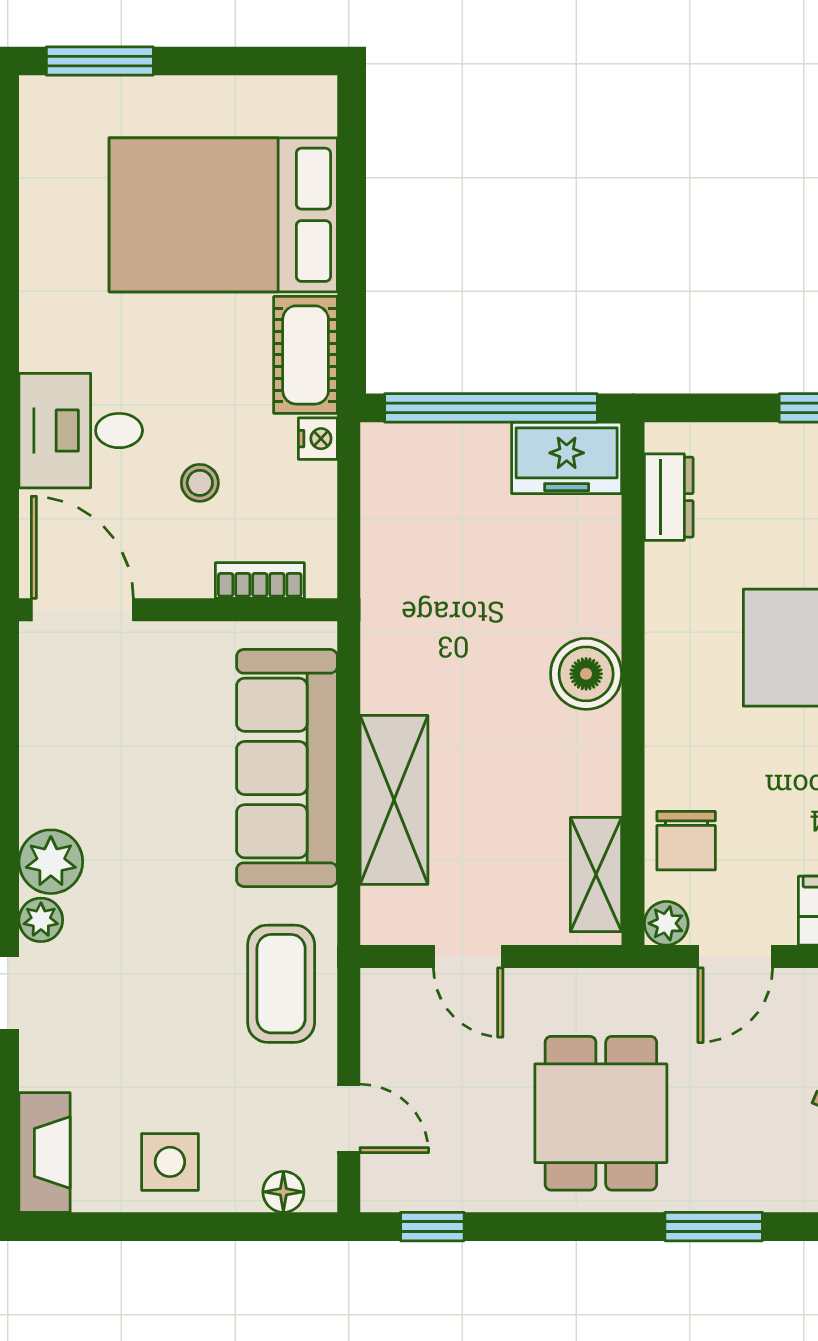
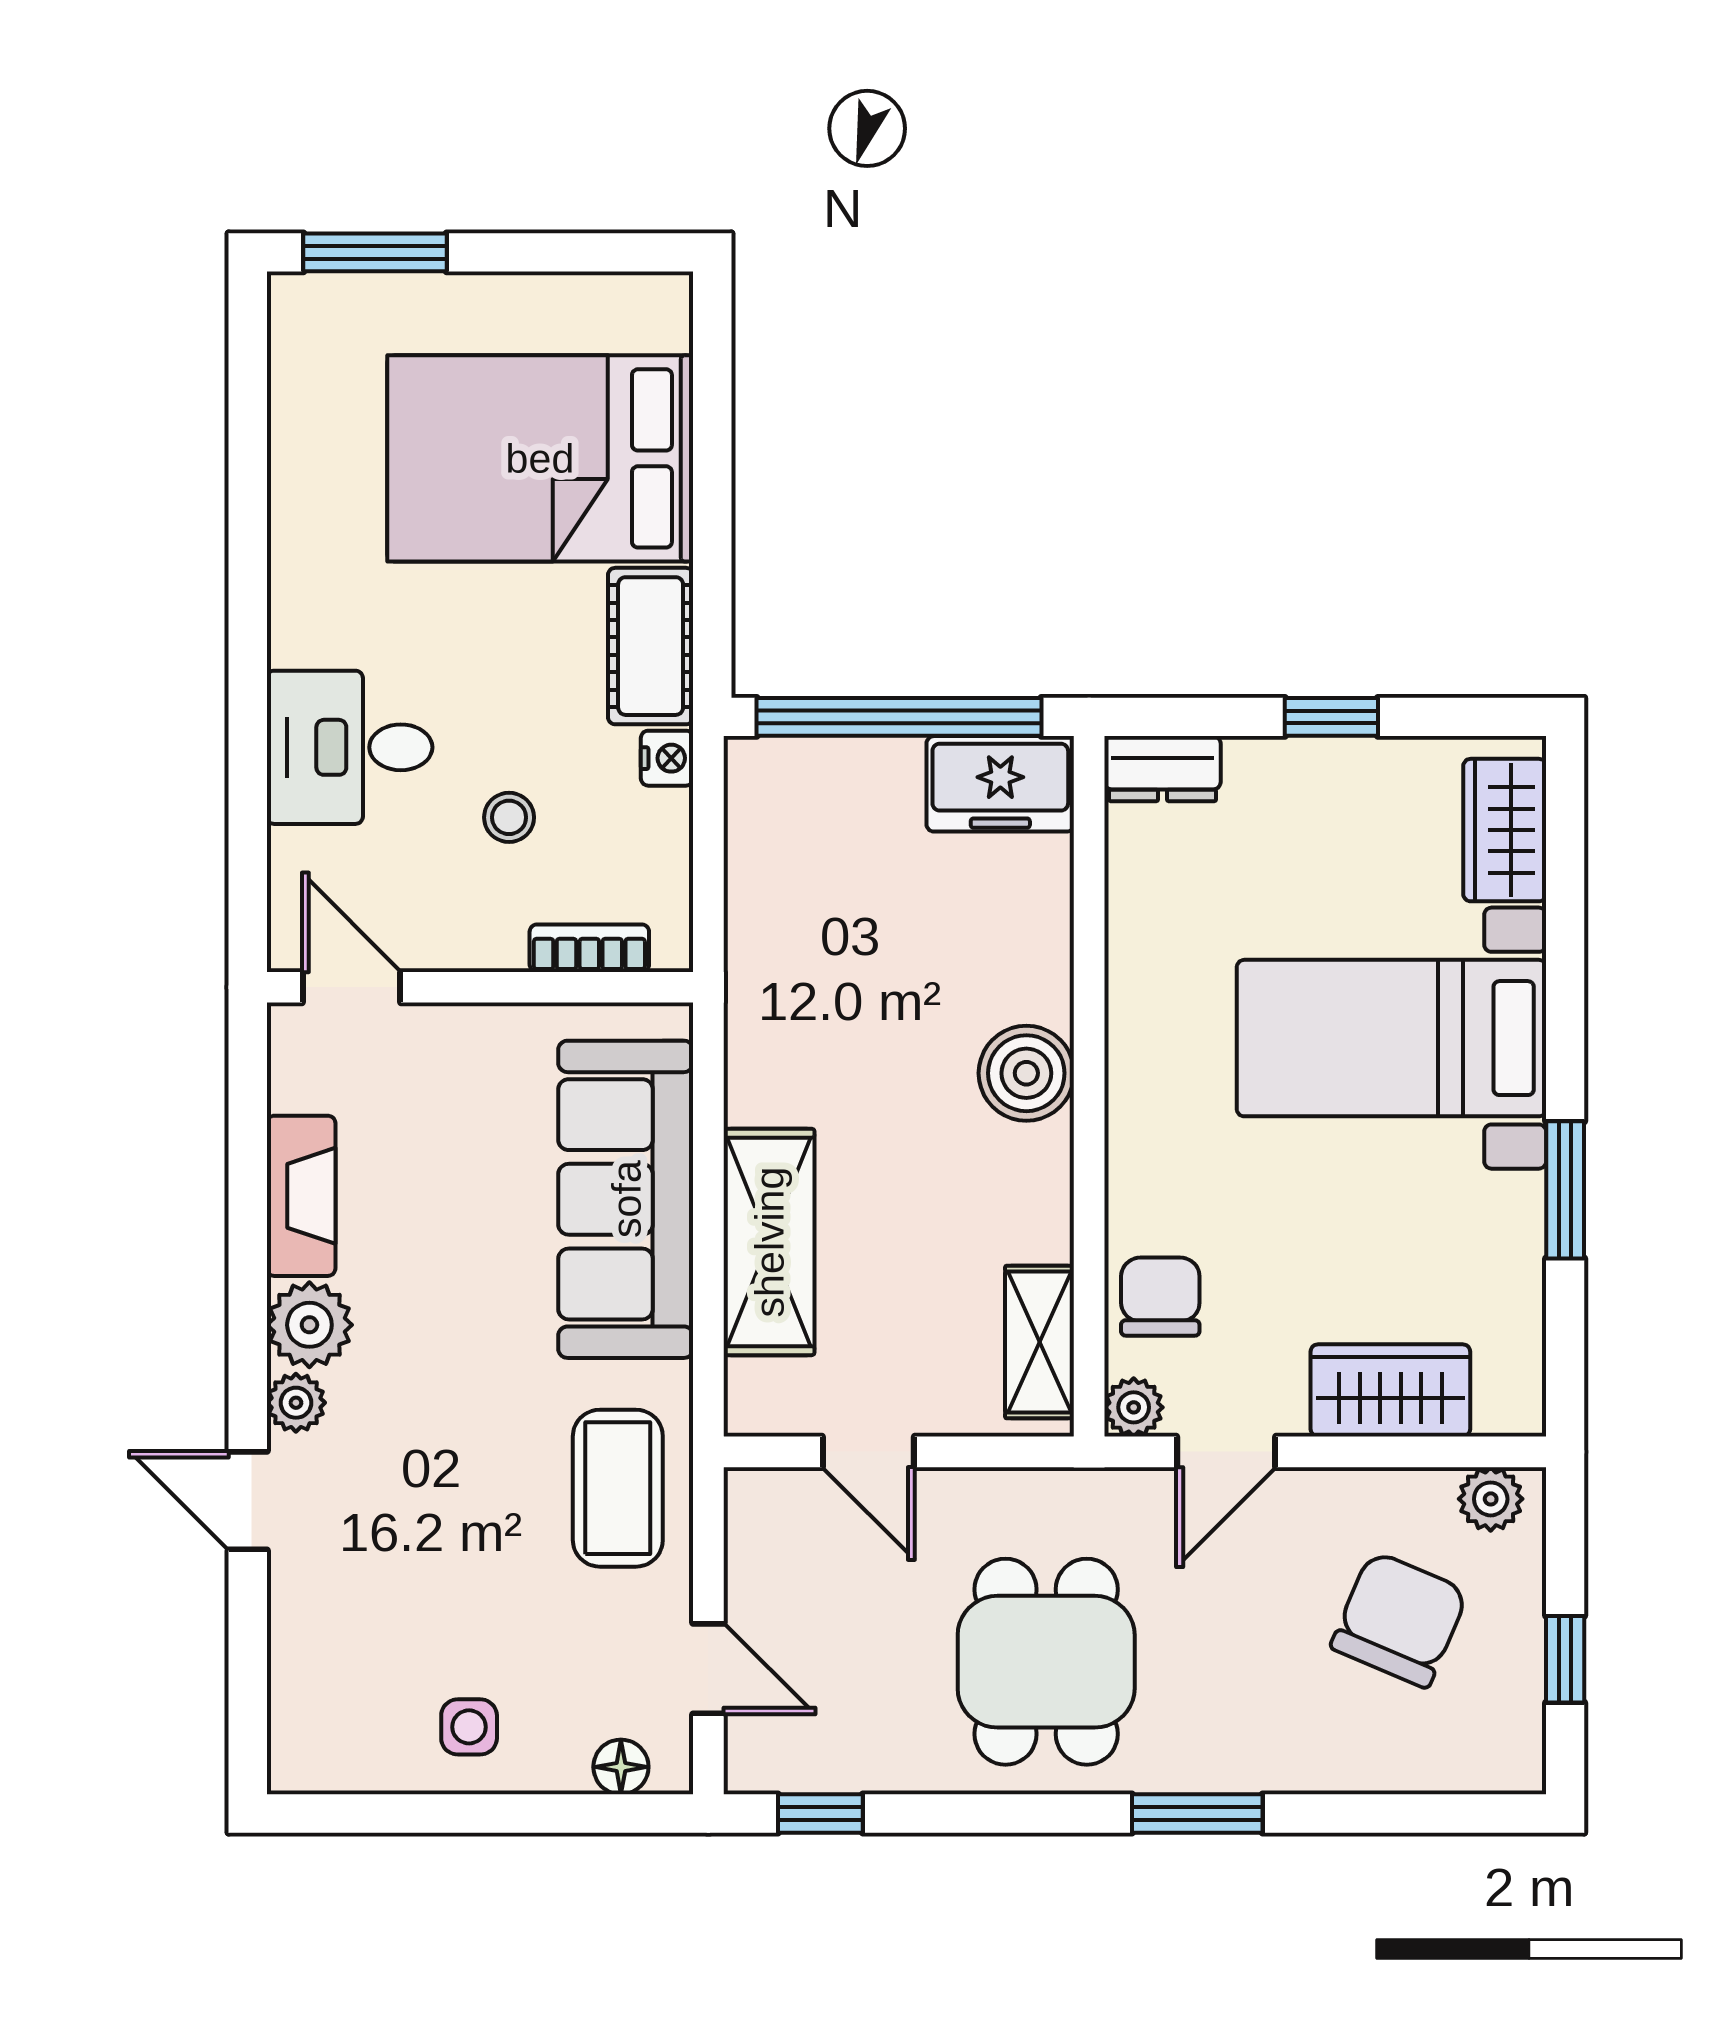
dresser: (669, 497) -> (1162, 769), moved, turned 90
door: (82, 610) -> (352, 987), width x0.73
chair: (686, 841) -> (1160, 1297), turned 180
fireplace: (45, 1152) -> (301, 1196), moved
side table: (170, 1162) -> (469, 1727), width x0.73, depth x0.73

